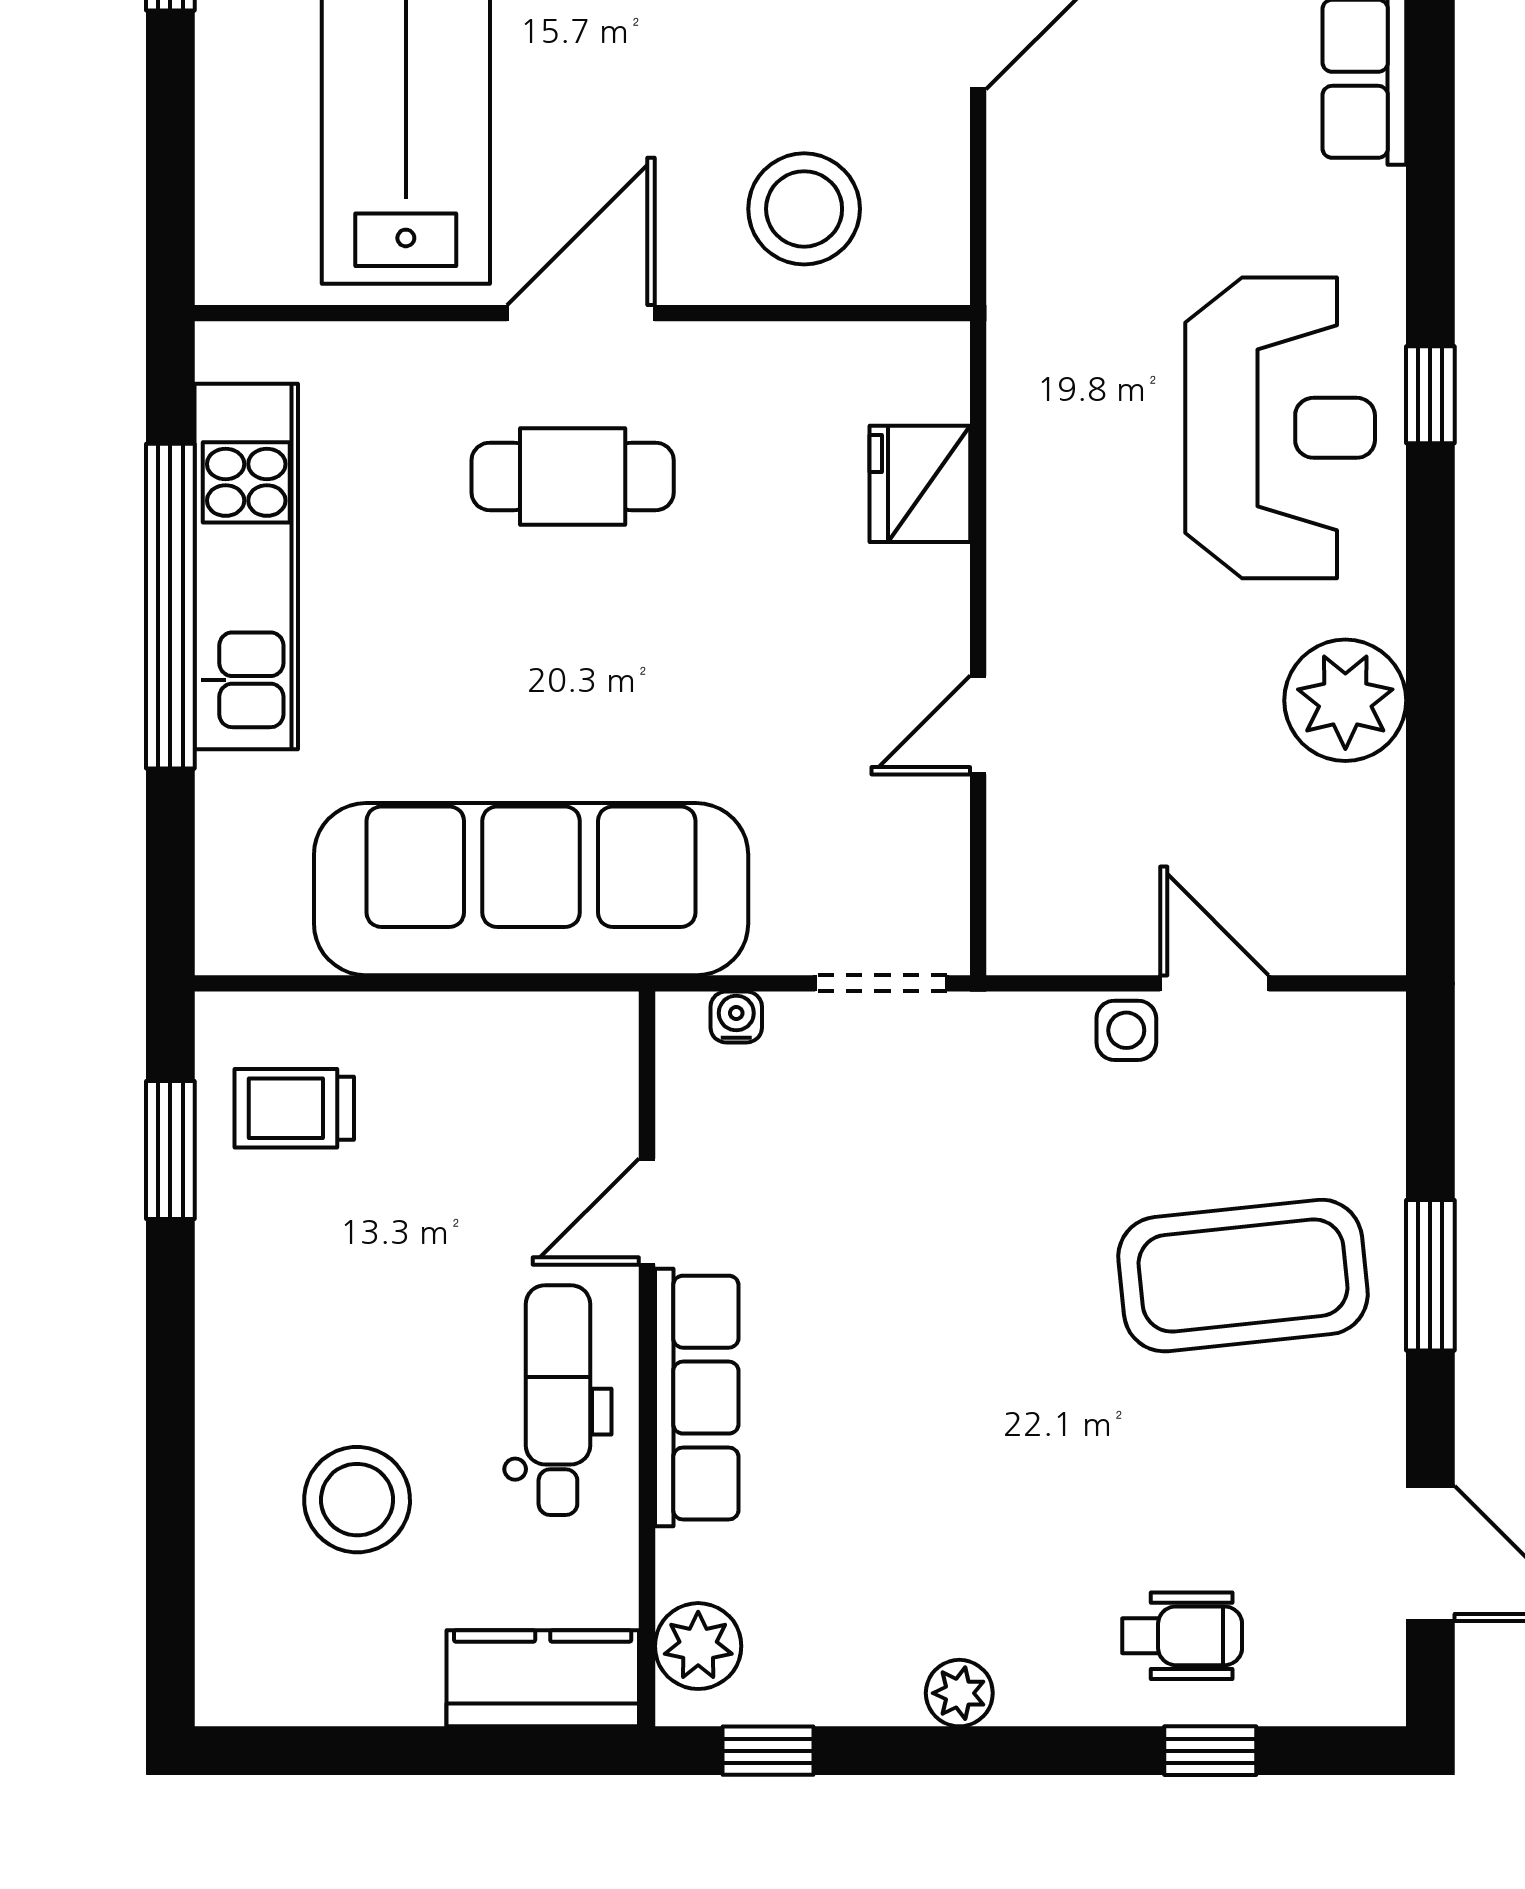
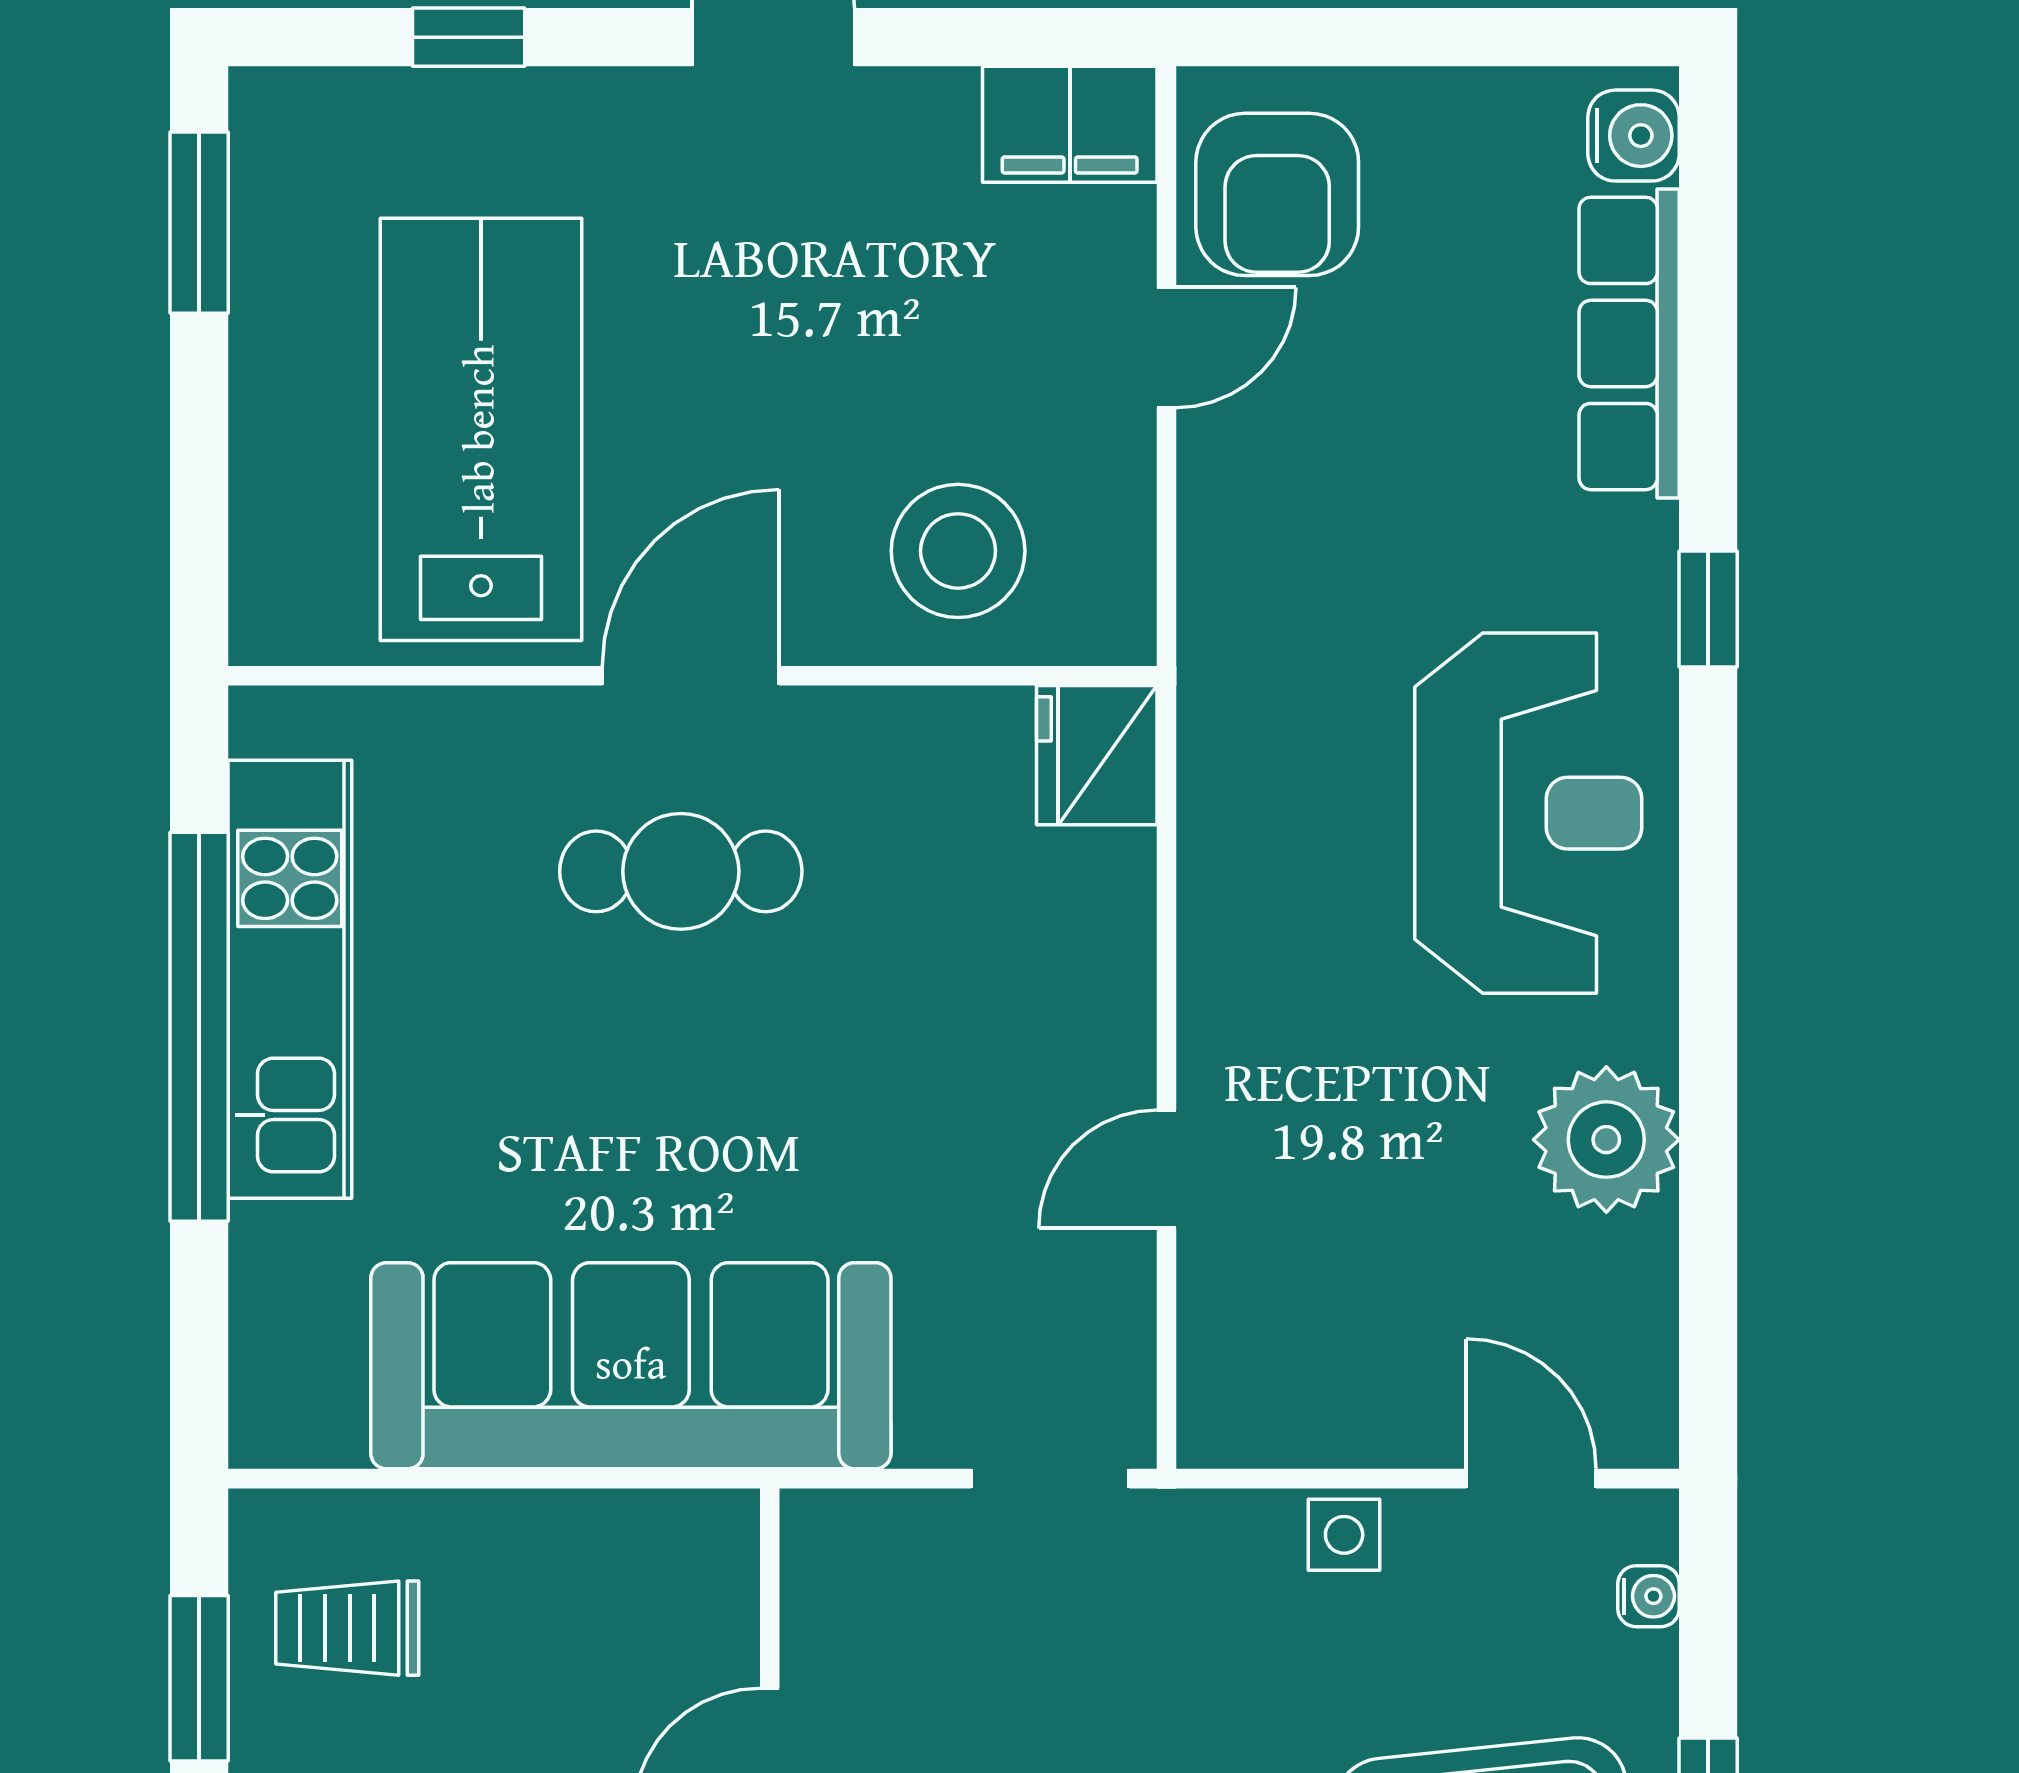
window: (1430, 395) -> (1708, 609), moved
fridge: (920, 484) -> (1097, 755), moved
door: (1214, 983) -> (1531, 1479), moved
water cooler: (736, 1017) -> (1649, 1596), moved, turned 90

